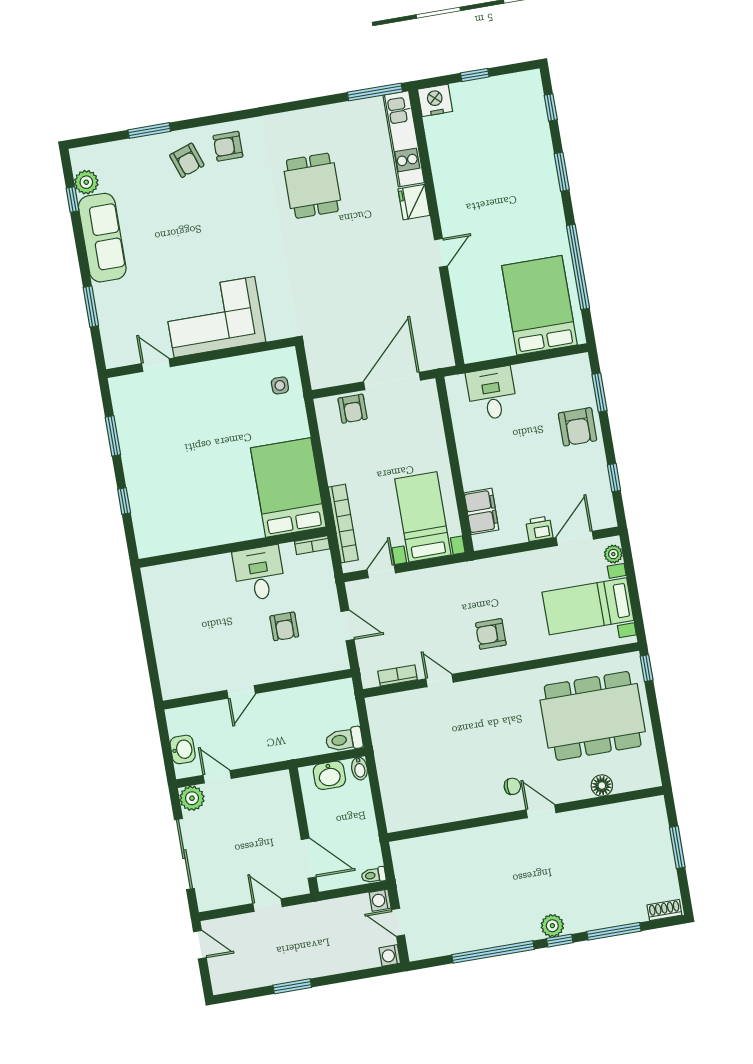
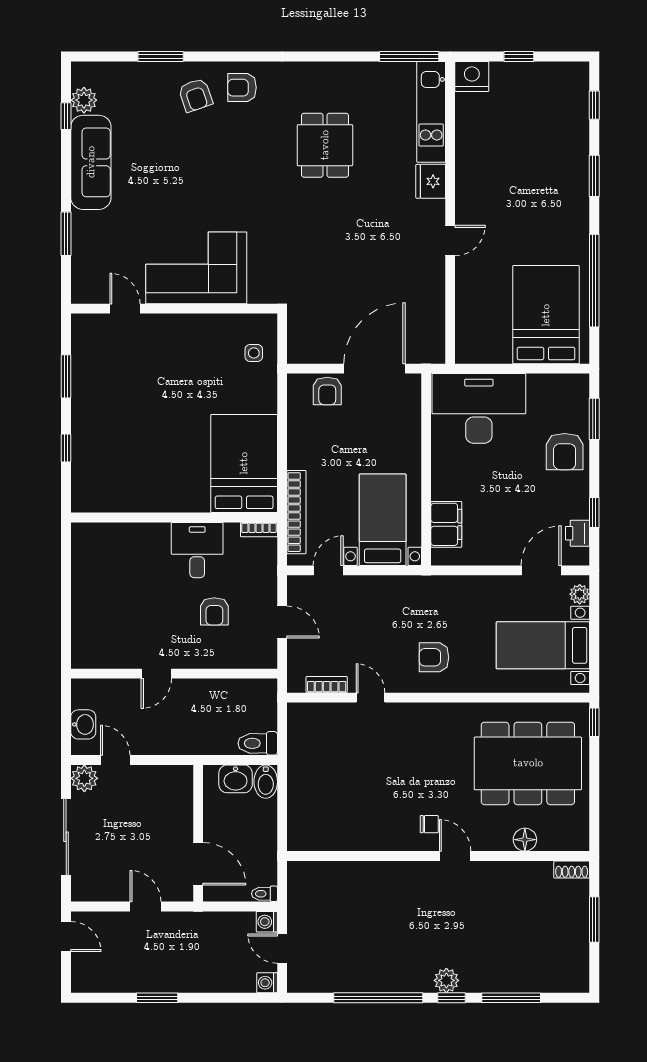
desk: (492, 394) -> (479, 408), width x1.87, depth x1.30
printer: (539, 529) -> (577, 533), moved, turned -90
bidet: (360, 769) -> (266, 782), width x1.38, depth x1.36
shoe rack: (664, 910) -> (572, 869), moved, turned 180

